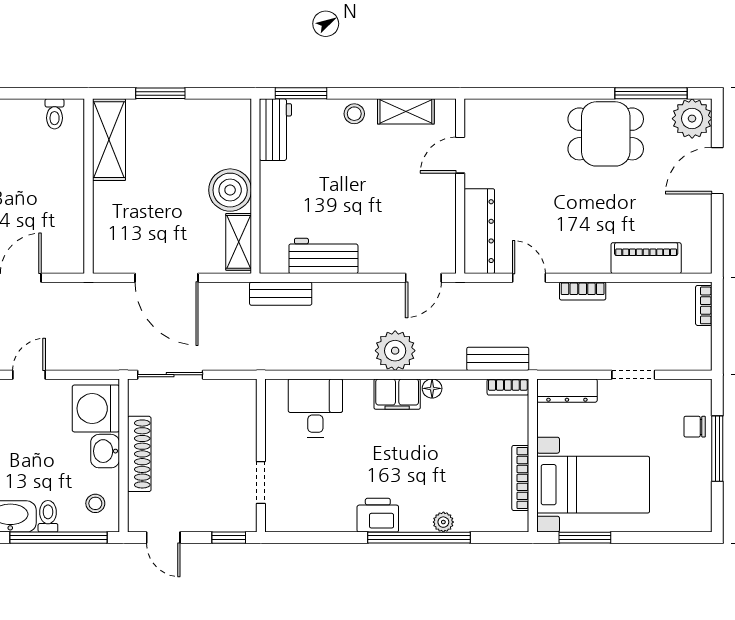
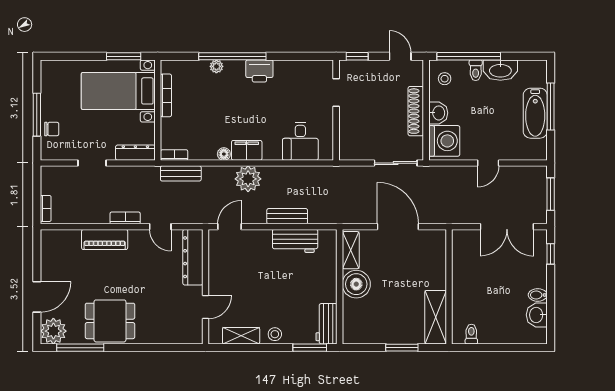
piano: (646, 258) -> (105, 239), moved
bench: (281, 294) -> (287, 216), moved

